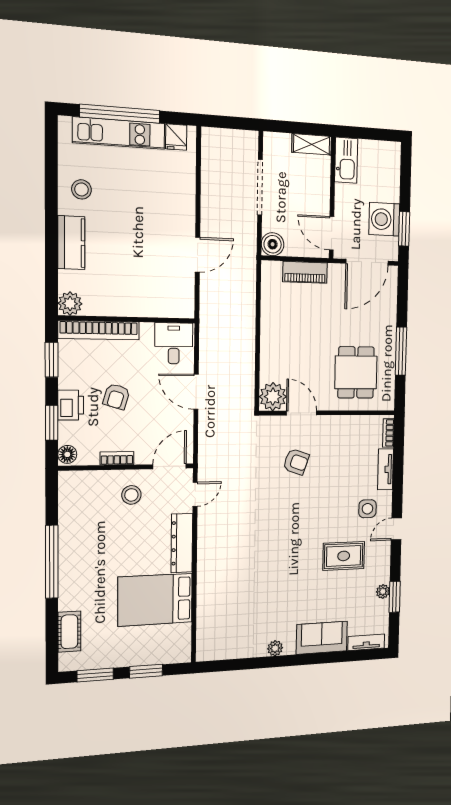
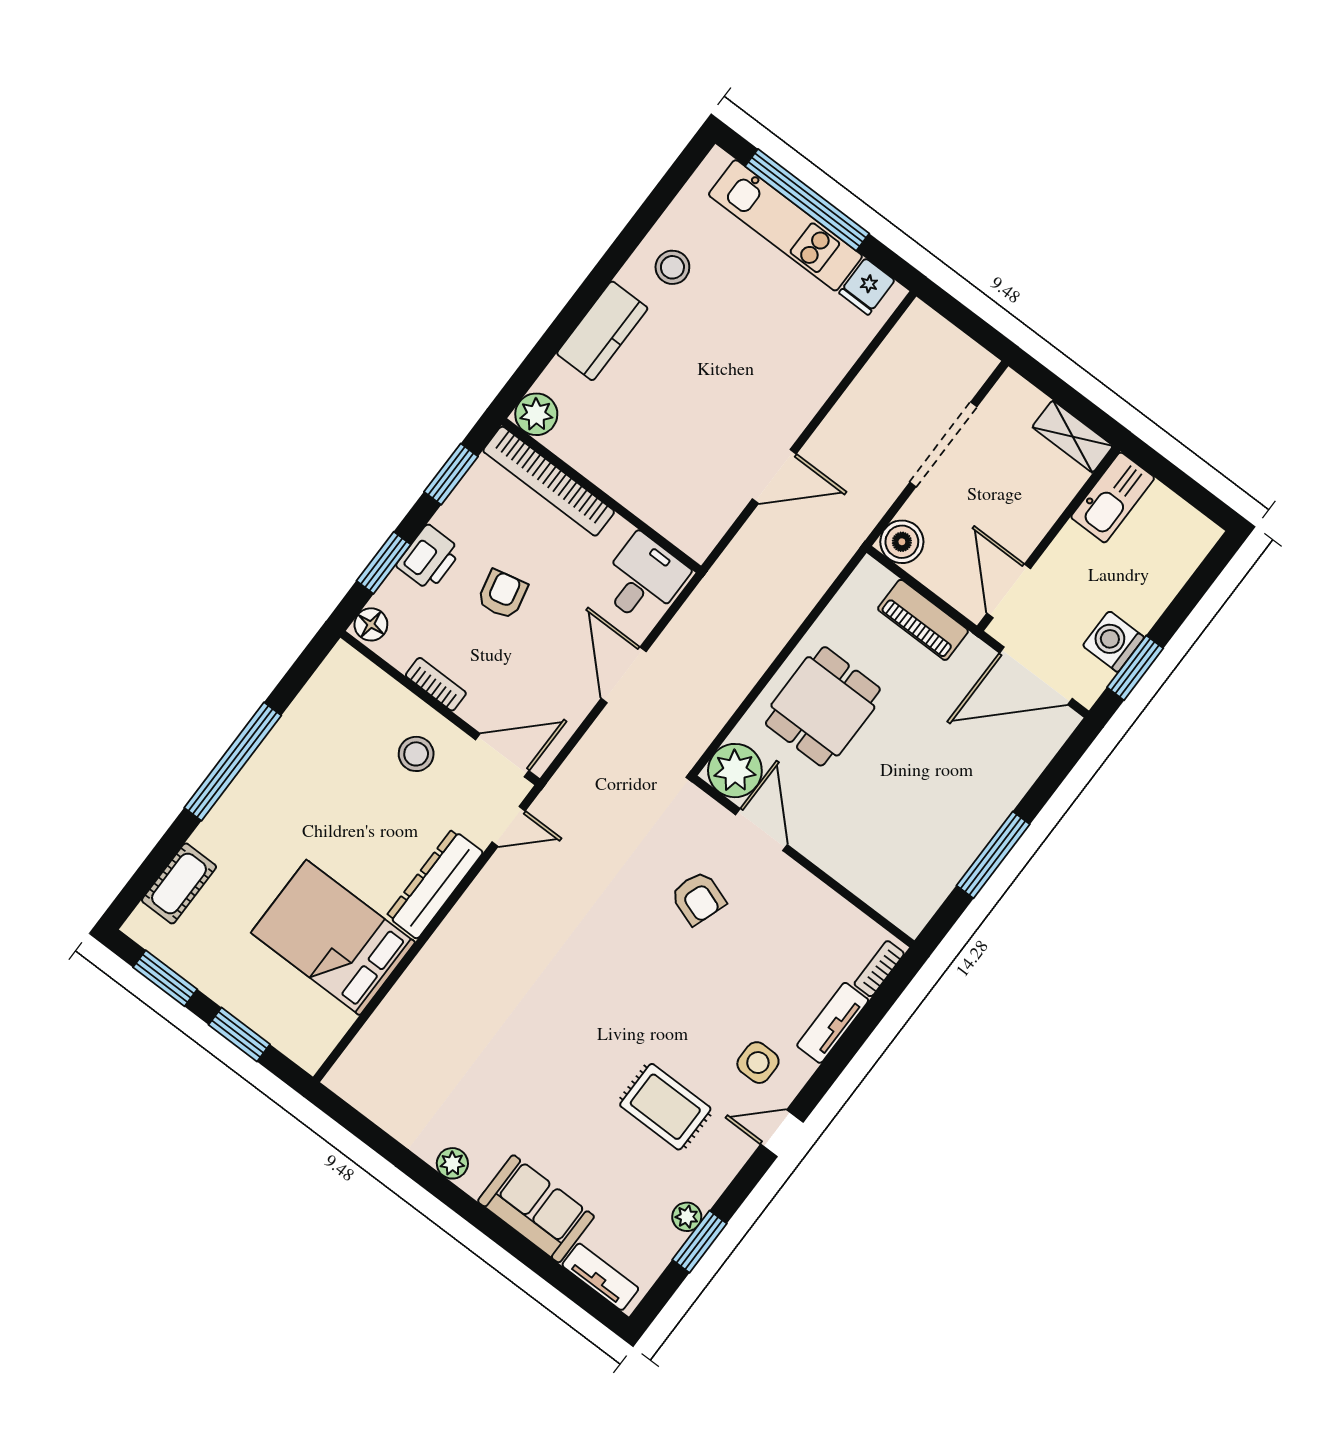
washing machine: (384, 219) -> (1113, 642), width x0.73, depth x0.73
dining table: (356, 372) -> (823, 706), moved
armchair: (116, 396) -> (502, 594), turned 150

